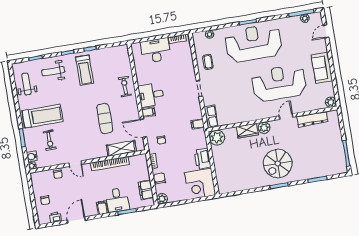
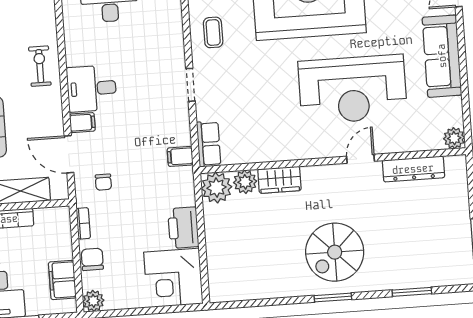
sofa: (322, 68) -> (442, 56), width x1.36
reception desk: (279, 83) -> (353, 89), turned 180
plant: (264, 128) -> (245, 182), moved

